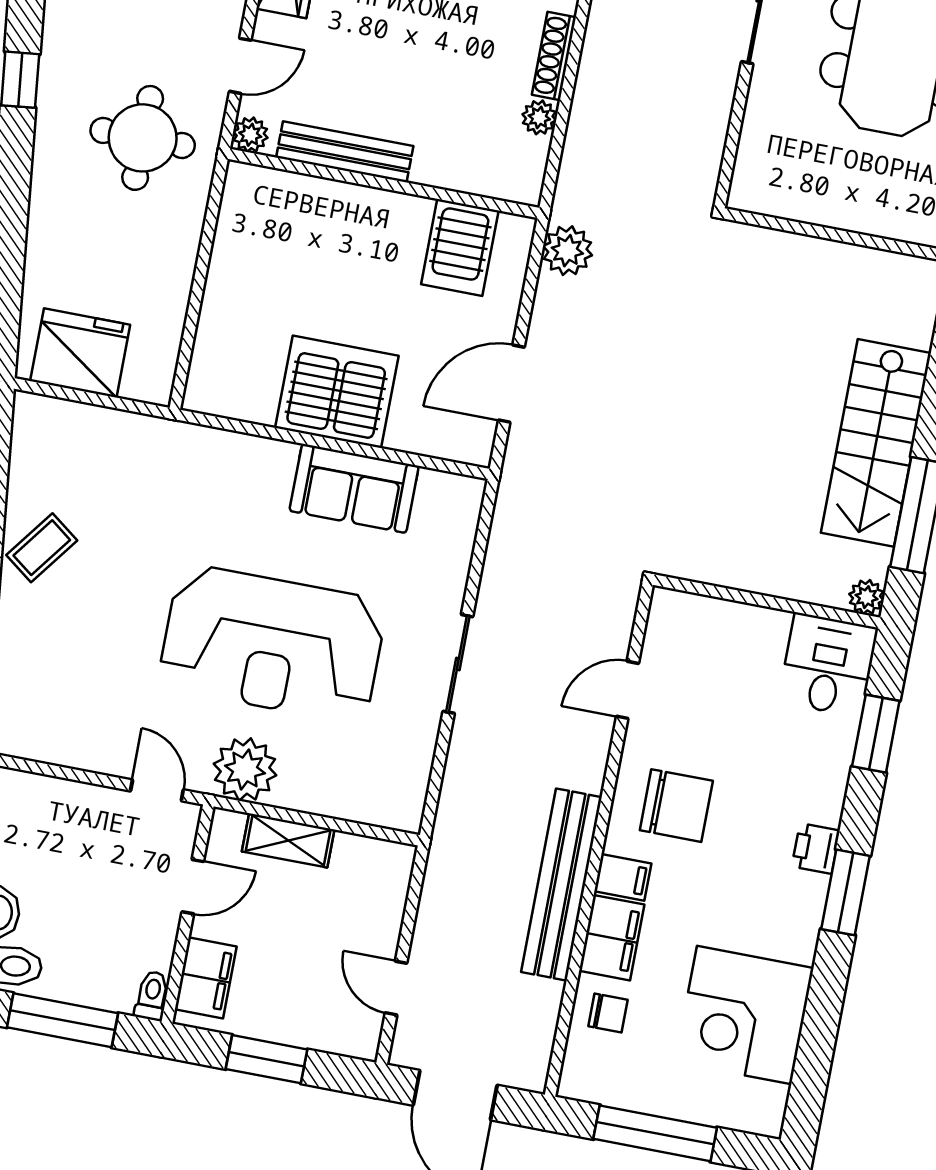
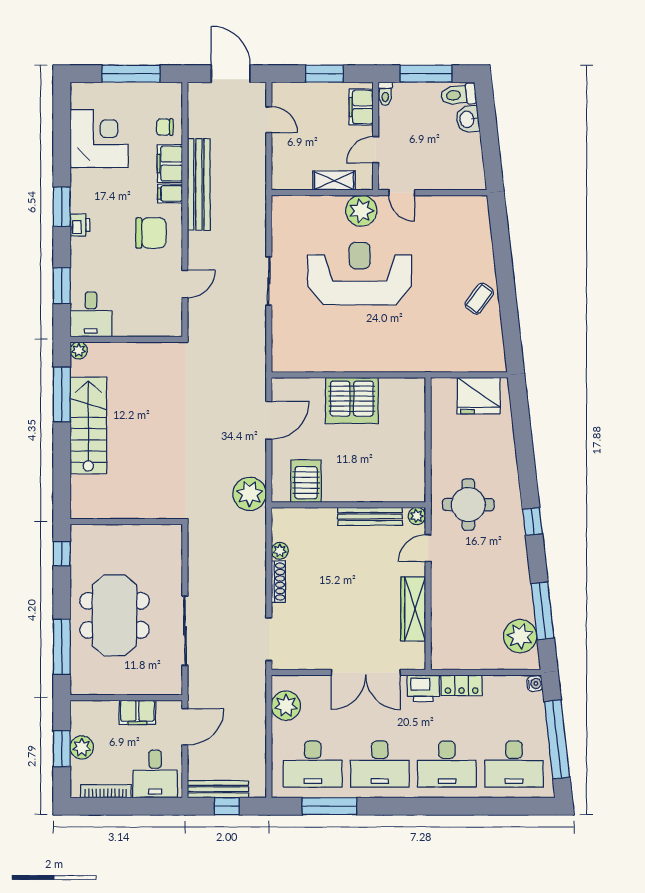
plant: (567, 251) -> (250, 494), width x1.36, depth x1.36
sofa: (354, 488) -> (335, 356), removed
chair: (676, 806) -> (151, 233), turned 180

